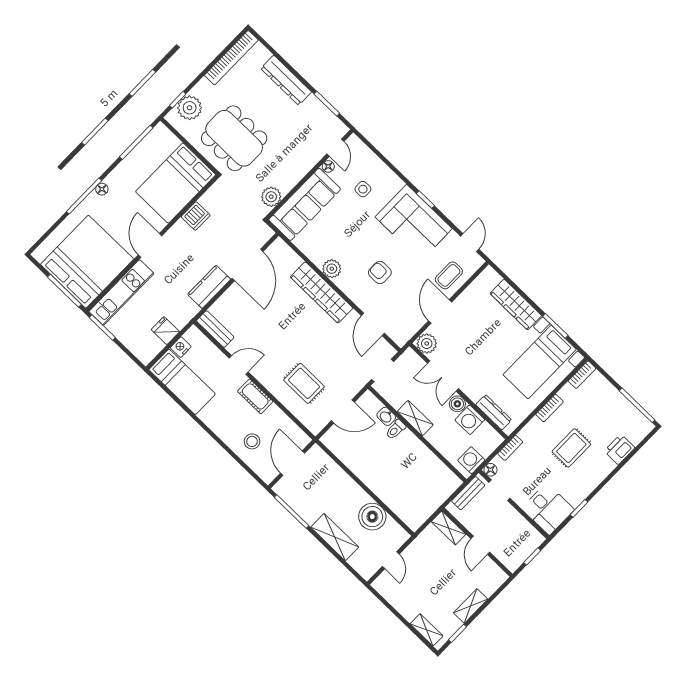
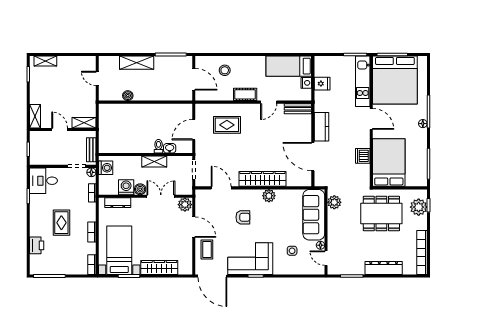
door: (470, 243) -> (212, 276), width x1.87
boiler: (372, 517) -> (128, 96), width x0.54, depth x0.54
shelving: (471, 606) -> (35, 116), moved

